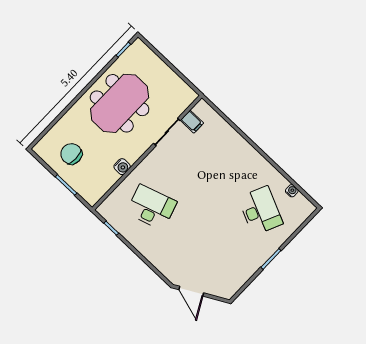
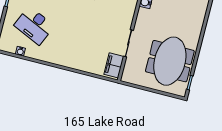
meeting table: (120, 103) -> (170, 61), moved
filing cabinet: (192, 122) -> (114, 65), width x2.00

